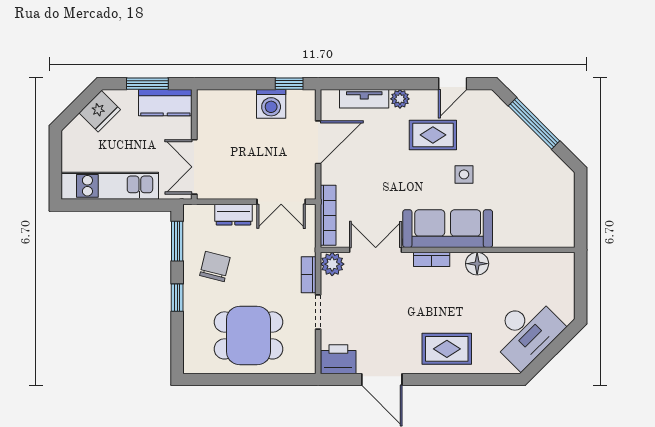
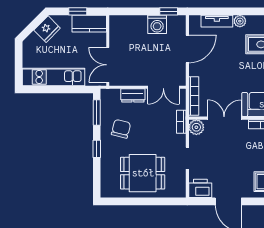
window: (147, 84) -> (78, 11), width x0.67
bookcase: (309, 275) -> (181, 122), moved

